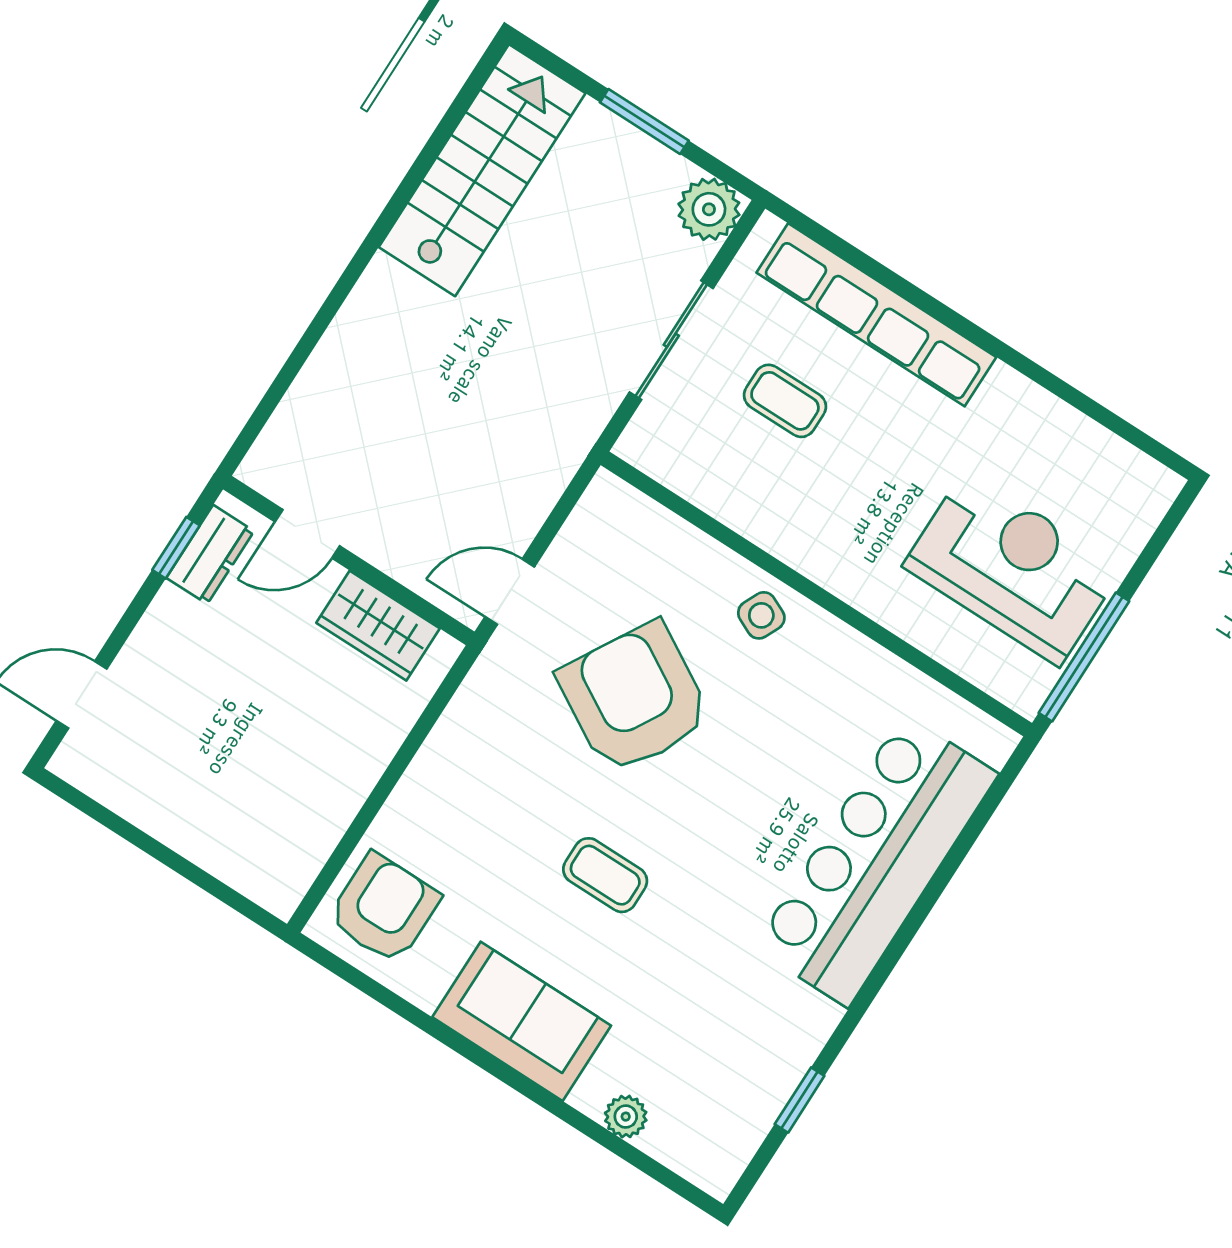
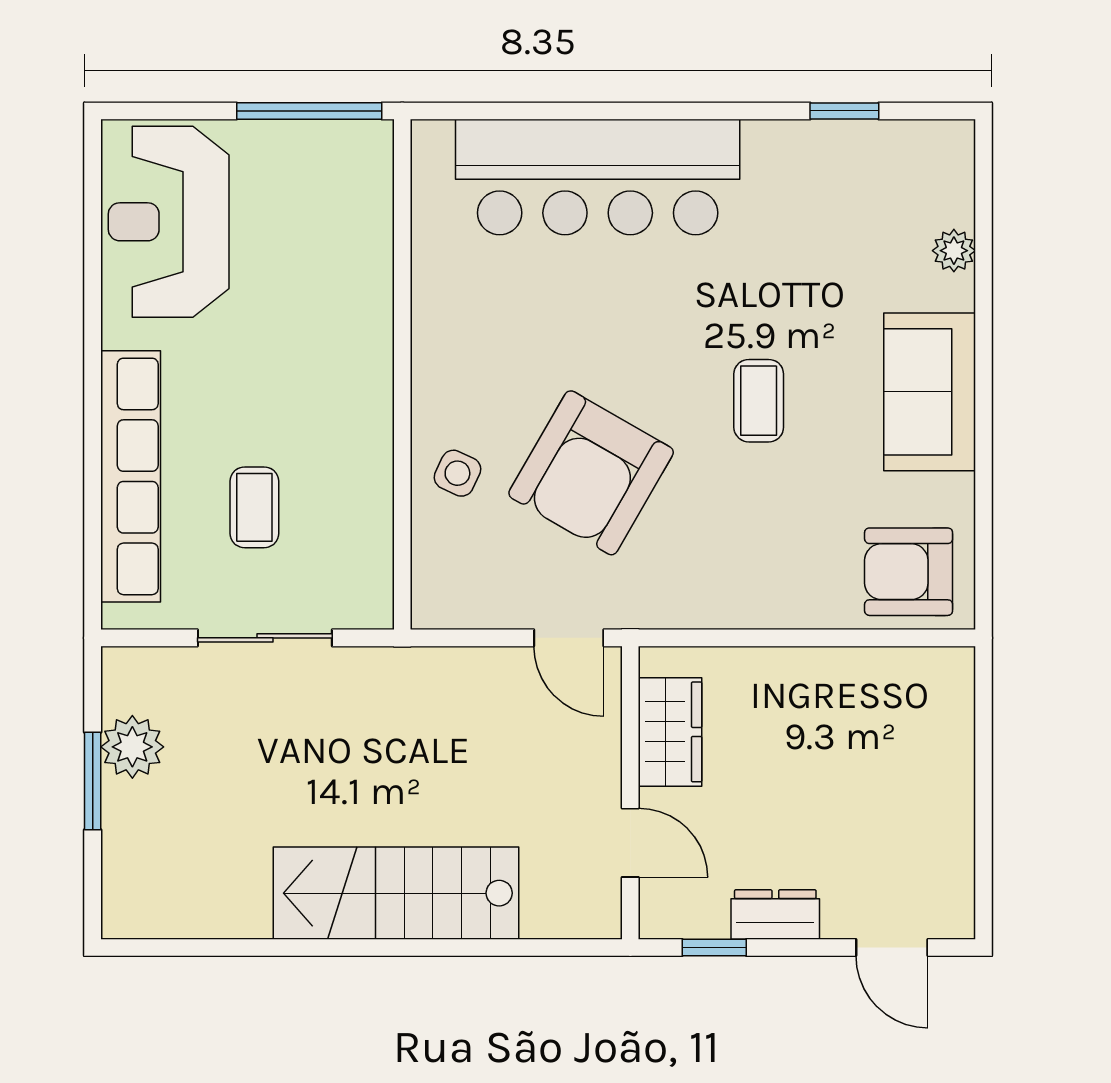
stairs: (482, 170) -> (396, 893), moved
plant: (709, 209) -> (132, 747), moved
dresser: (210, 554) -> (775, 915), moved
reception desk: (1012, 568) -> (169, 222), moved
side table: (761, 615) -> (457, 473), moved

